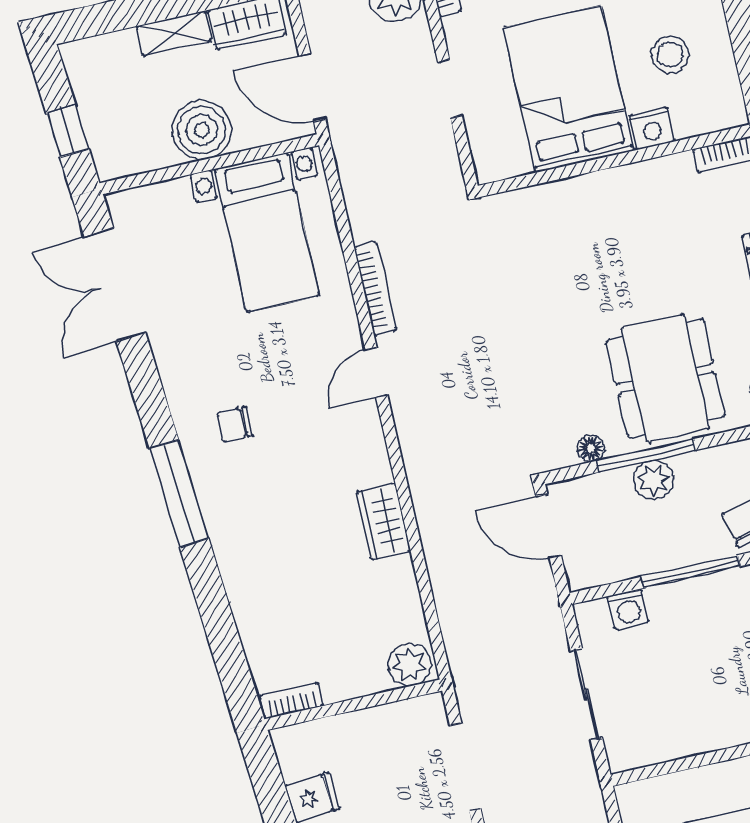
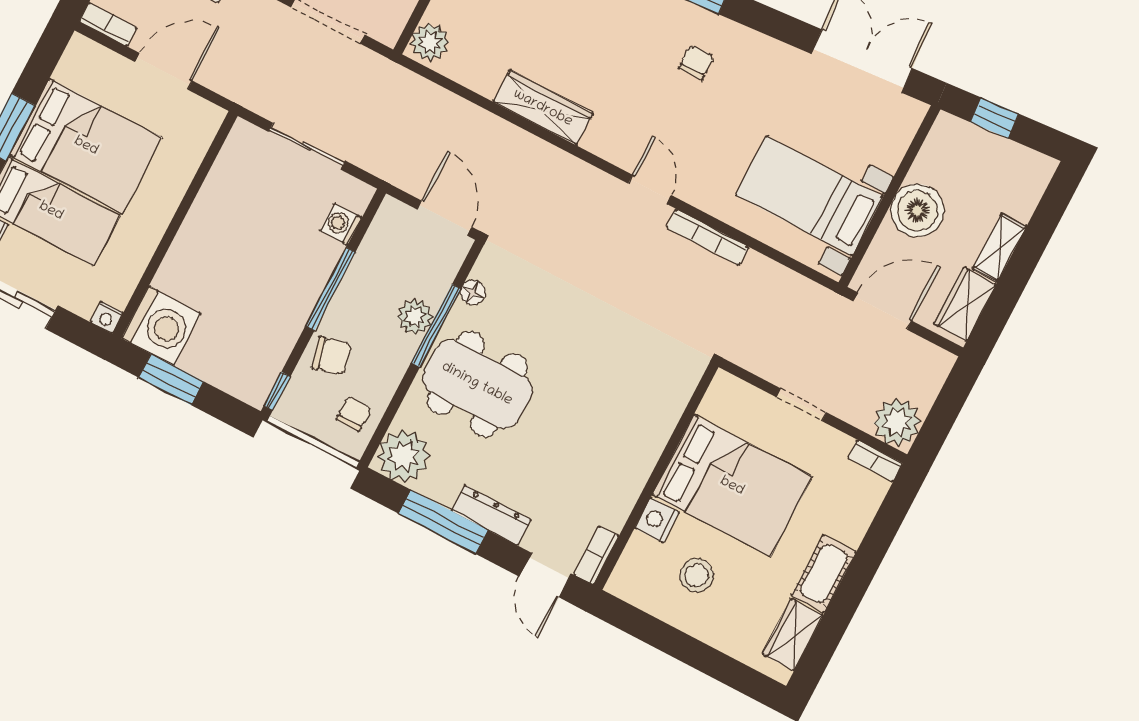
wardrobe: (384, 522) -> (543, 108), width x1.50
door: (548, 526) -> (444, 218), hinge flipped

